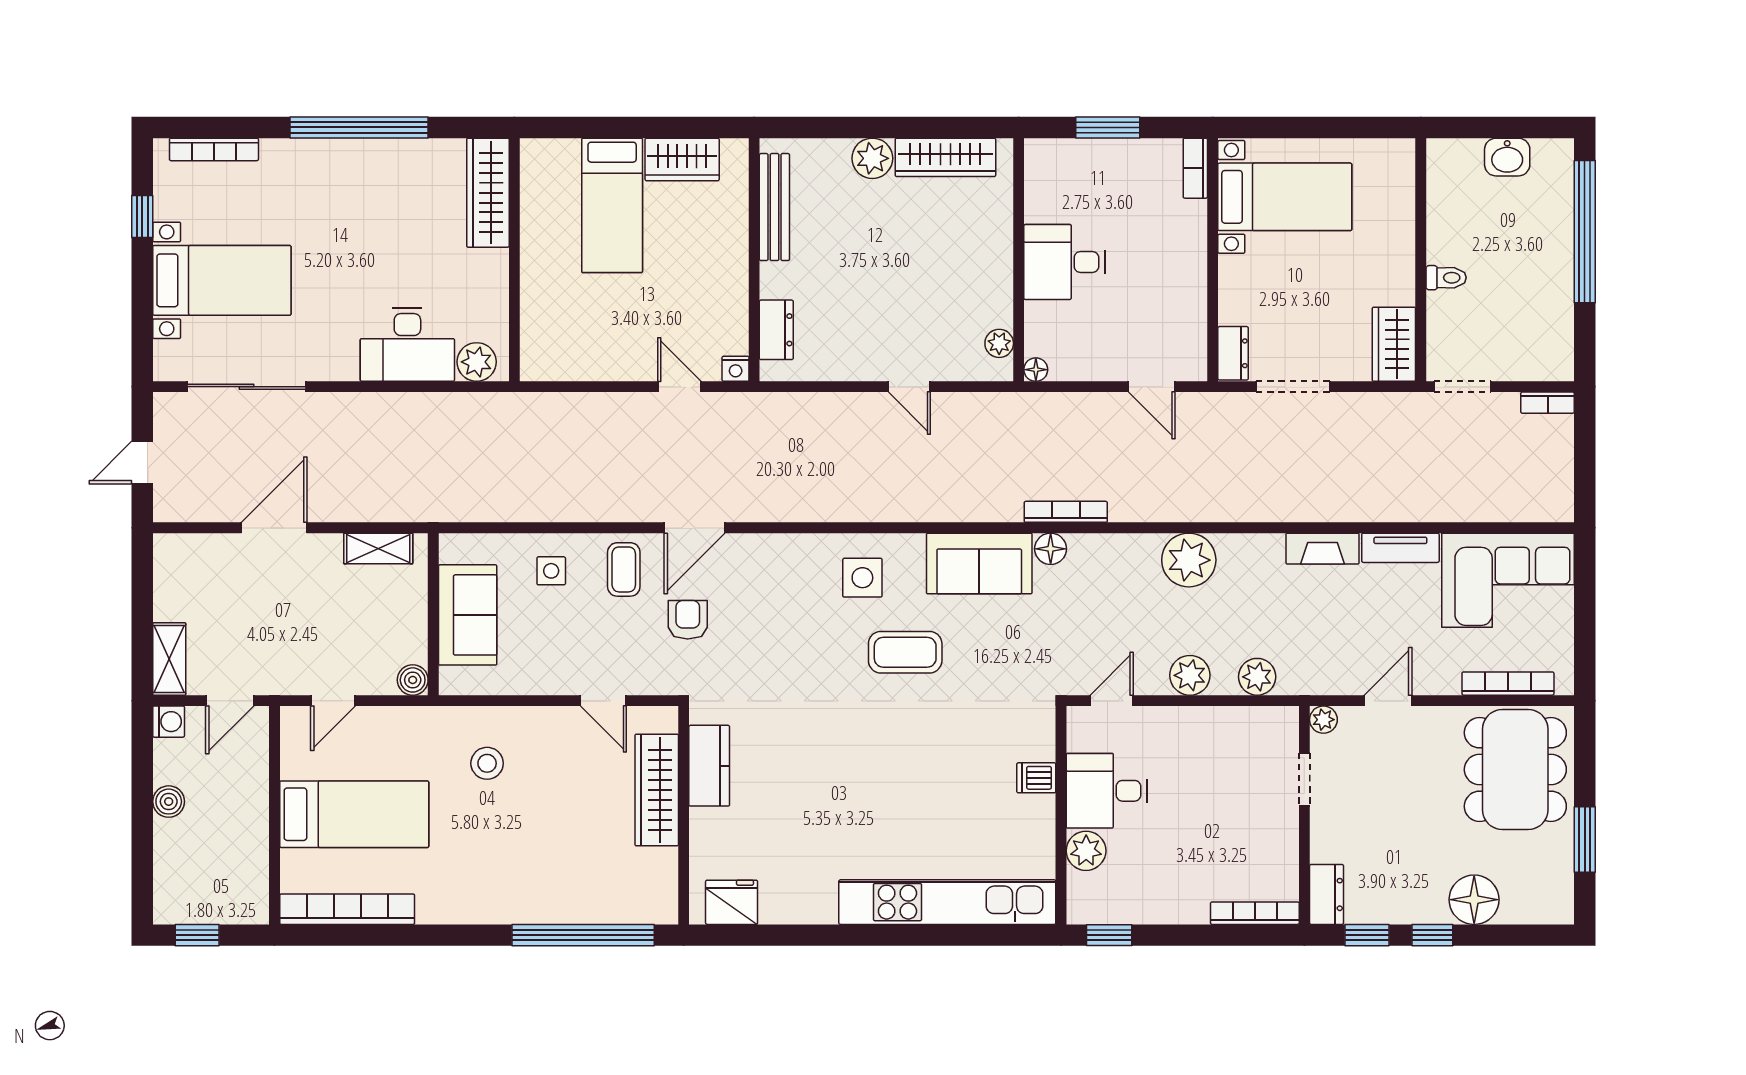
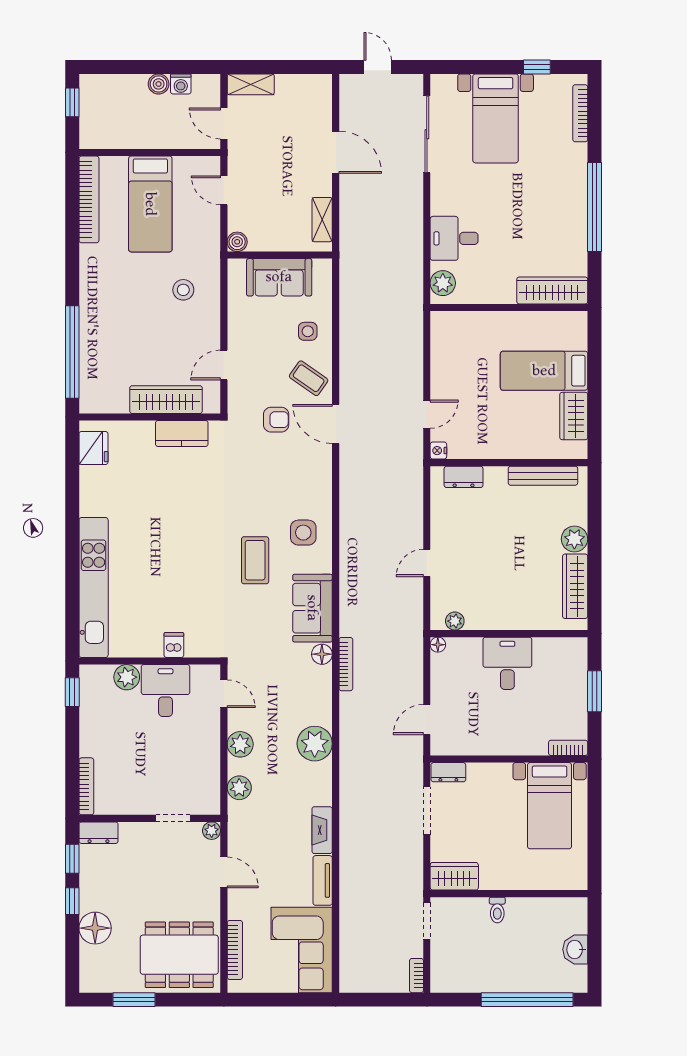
desk: (407, 344) -> (454, 238), width x0.73
coffee table: (624, 569) -> (309, 378), turned 35
washing machine: (169, 722) -> (181, 84), moved

